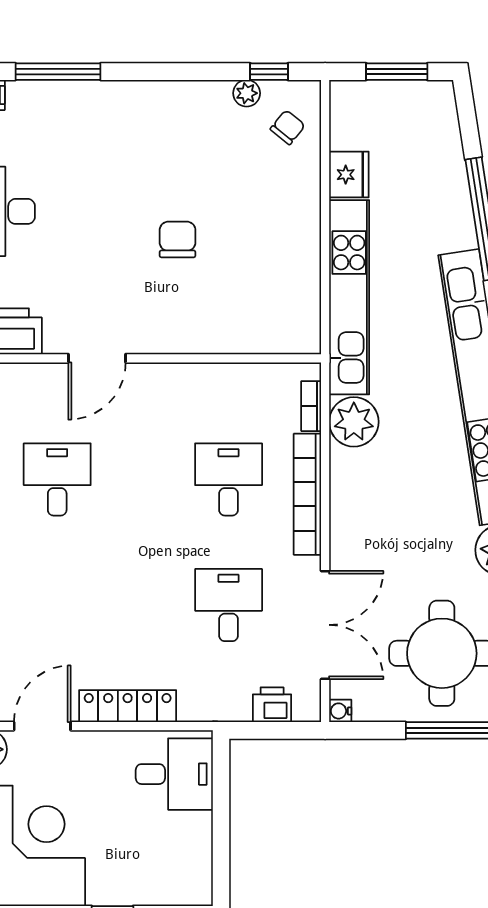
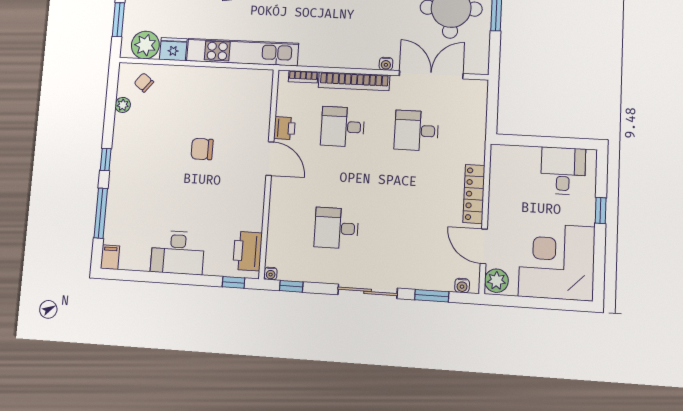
window: (269, 72) -> (106, 159), moved
door: (97, 358) -> (270, 159), moved
plant: (354, 422) -> (145, 45), moved
printer: (272, 705) -> (284, 128), moved, turned 180
water cooler: (340, 711) -> (386, 64), moved
desk: (174, 774) -> (563, 171), moved

